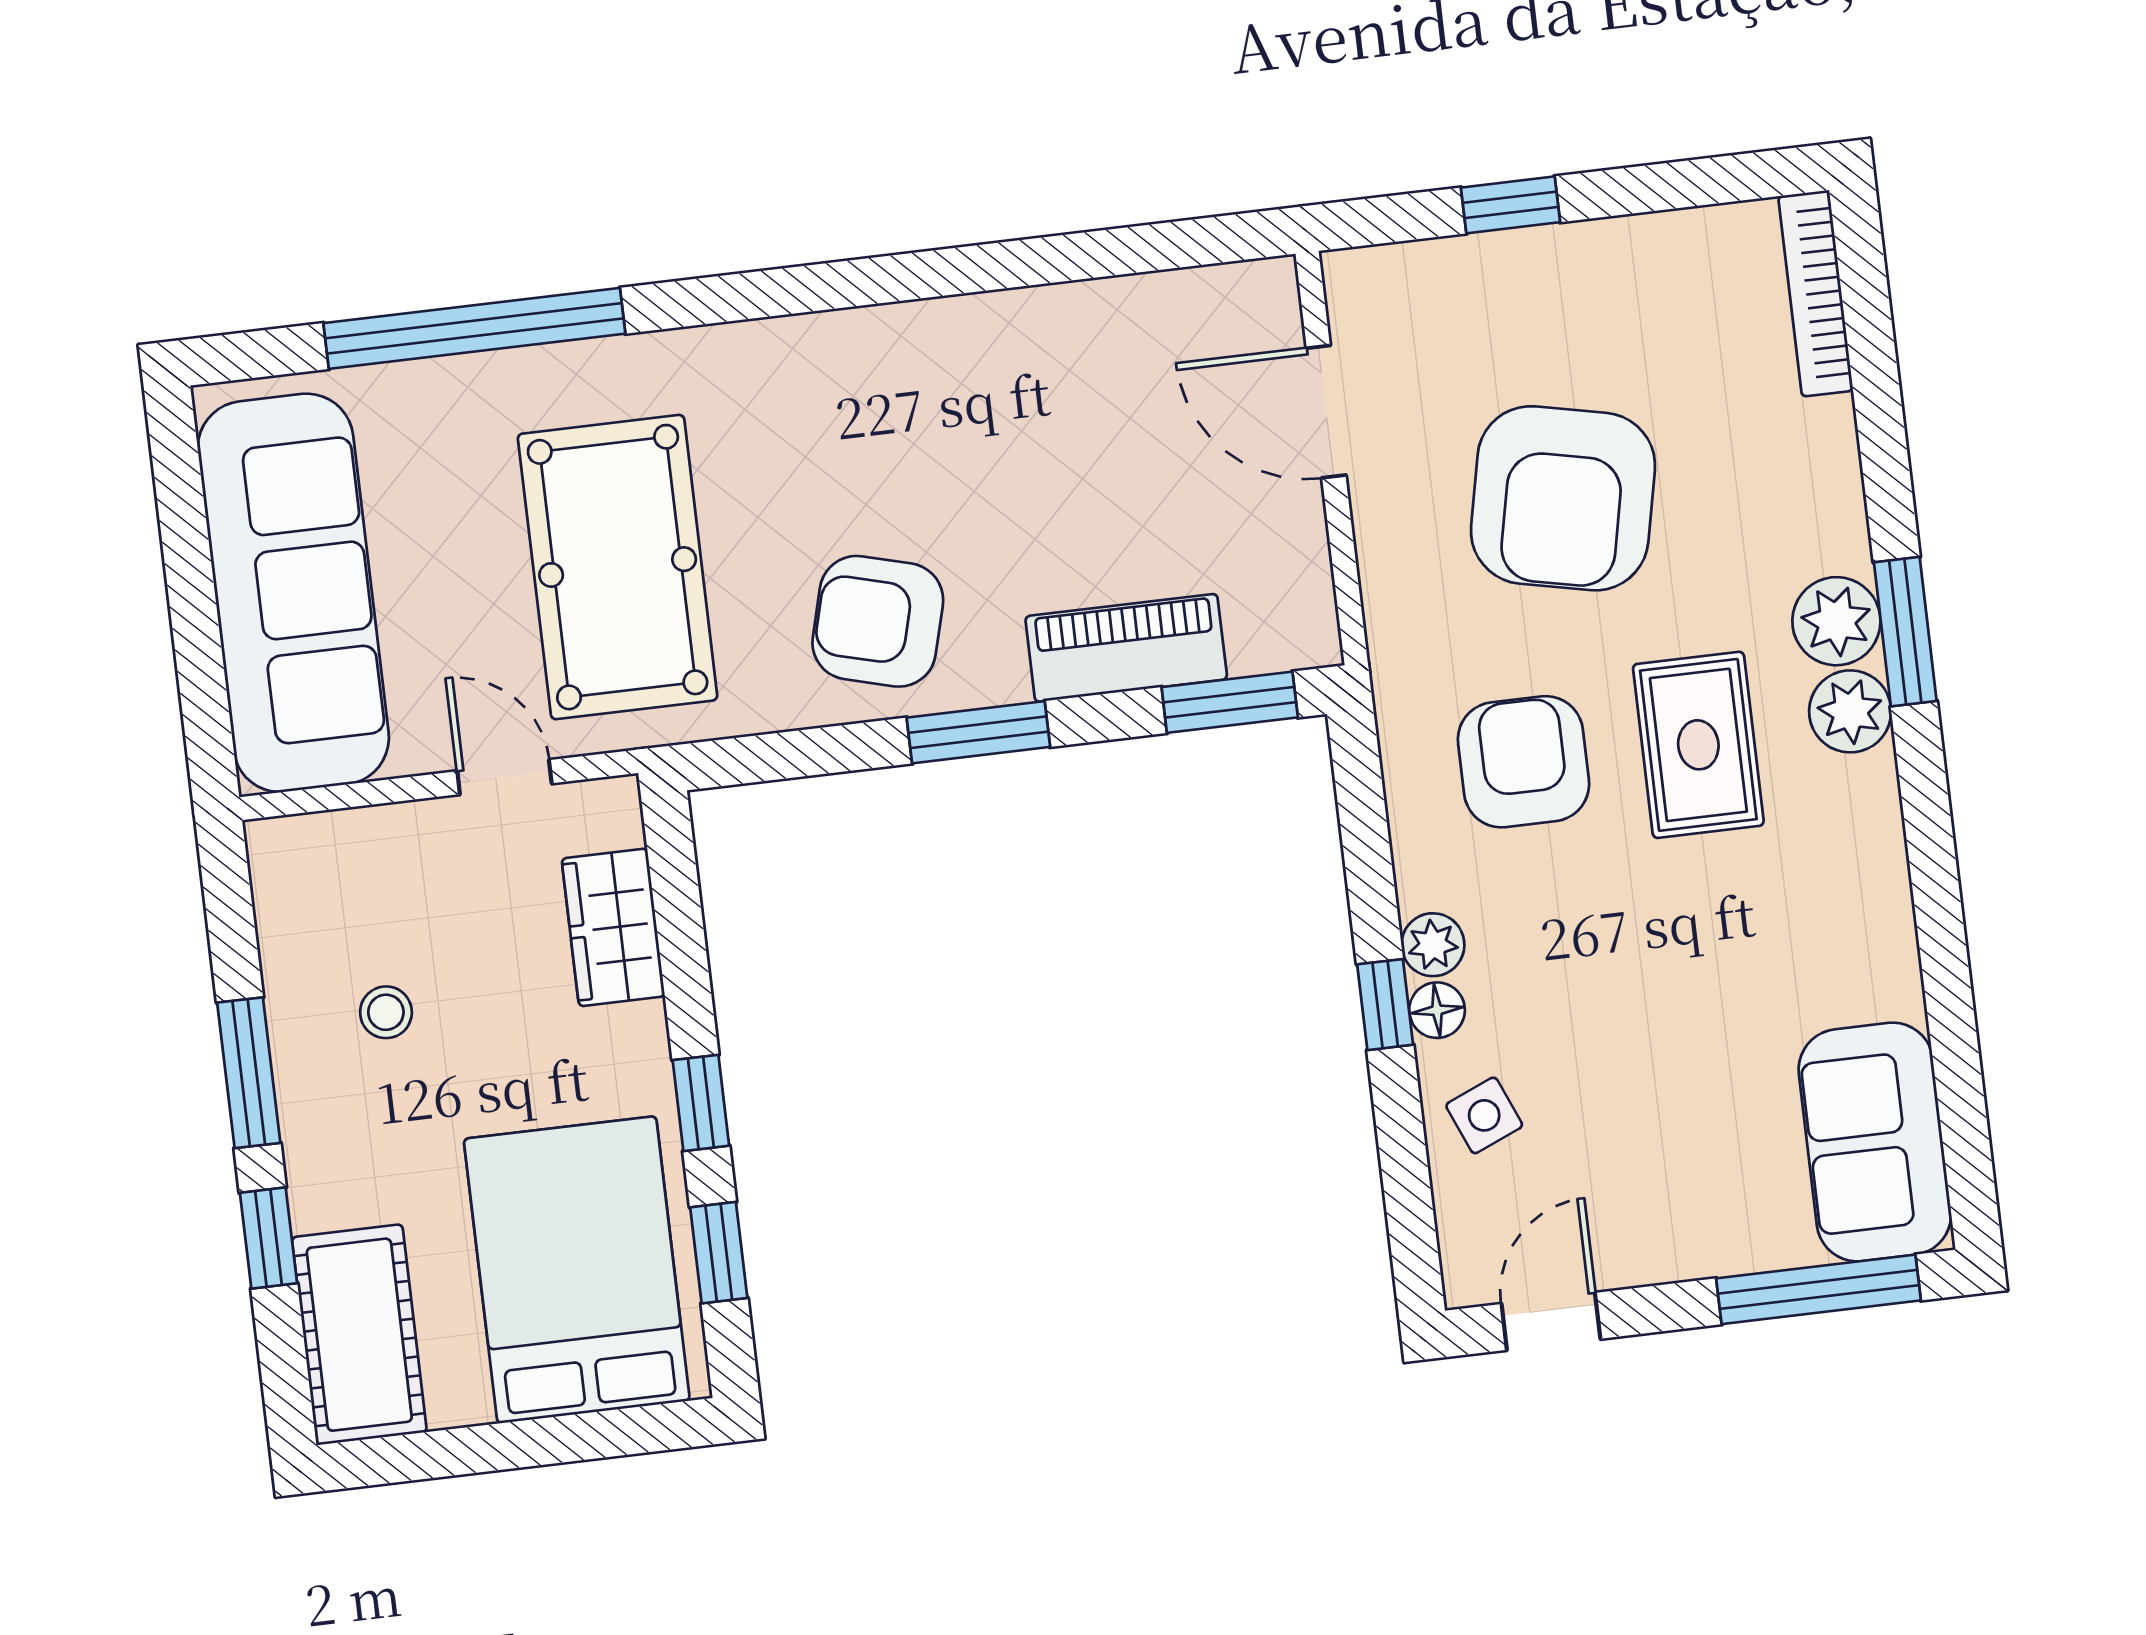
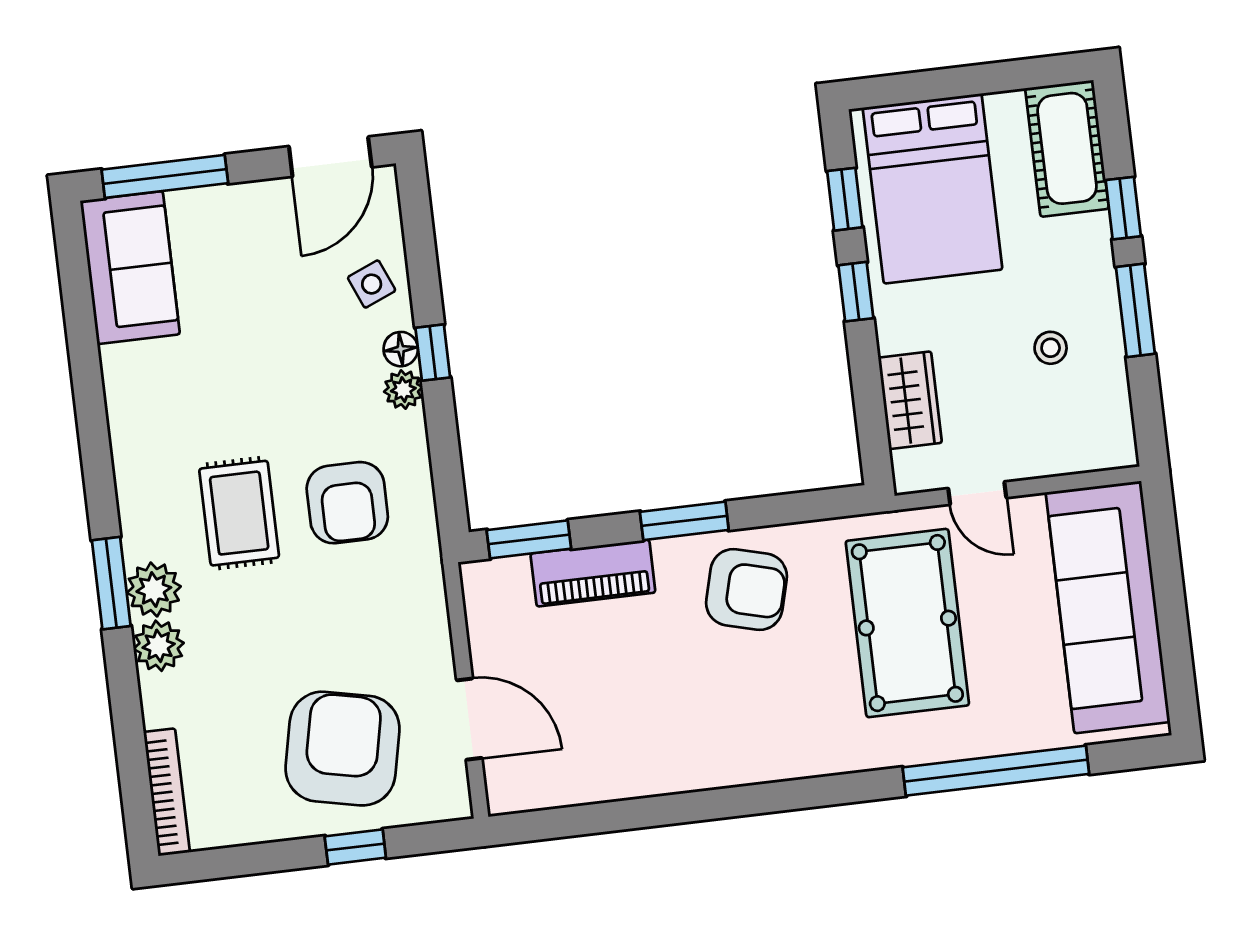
armchair: (1563, 498) -> (343, 749), moved
plant: (1850, 711) -> (159, 646), moved
door: (1551, 1321) -> (330, 157), width x1.38

